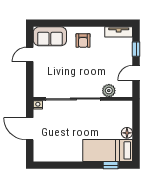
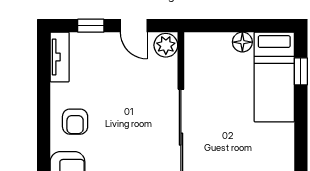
armchair: (83, 40) -> (75, 122), turned 90
plant: (109, 91) -> (166, 45), moved

